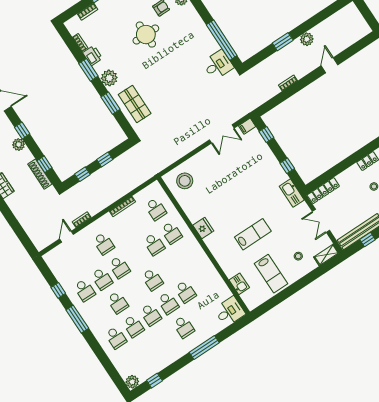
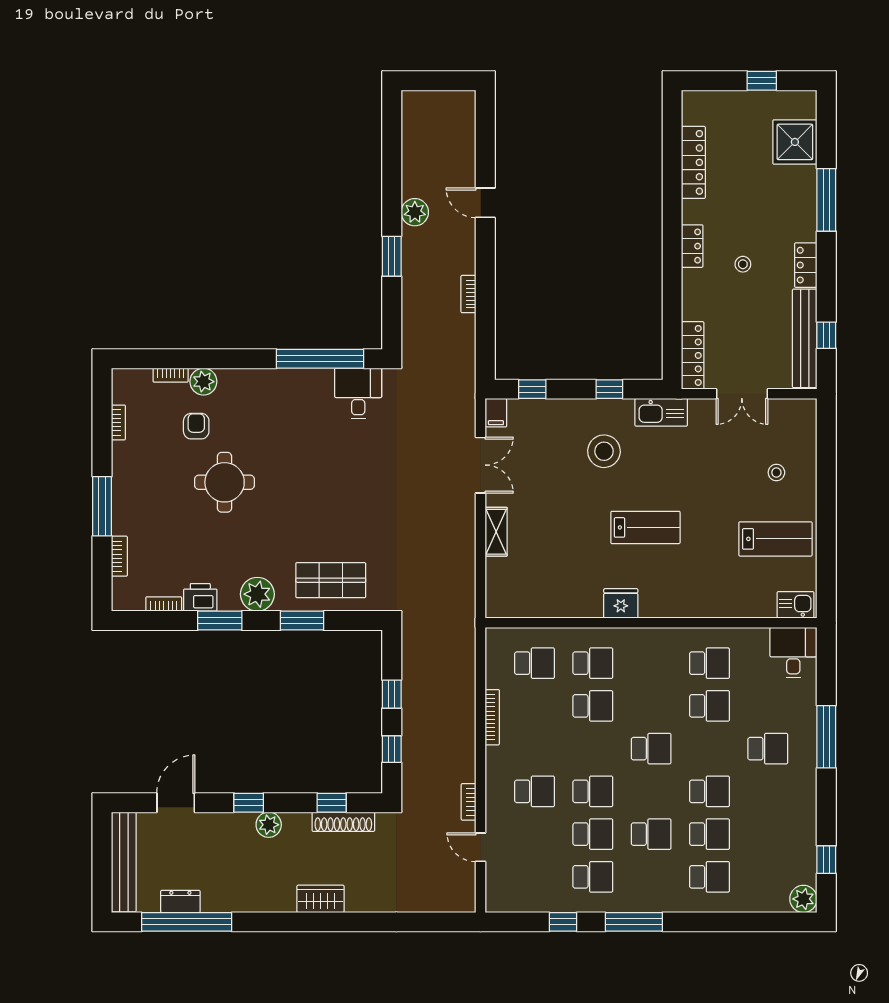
stool: (185, 181) -> (604, 451), moved
lab bench: (253, 234) -> (645, 527), moved, turned 90
shelving: (326, 255) -> (496, 532), moved
kitchen sink: (239, 284) -> (795, 605), moved
school desk: (168, 303) -> (709, 663), moved

